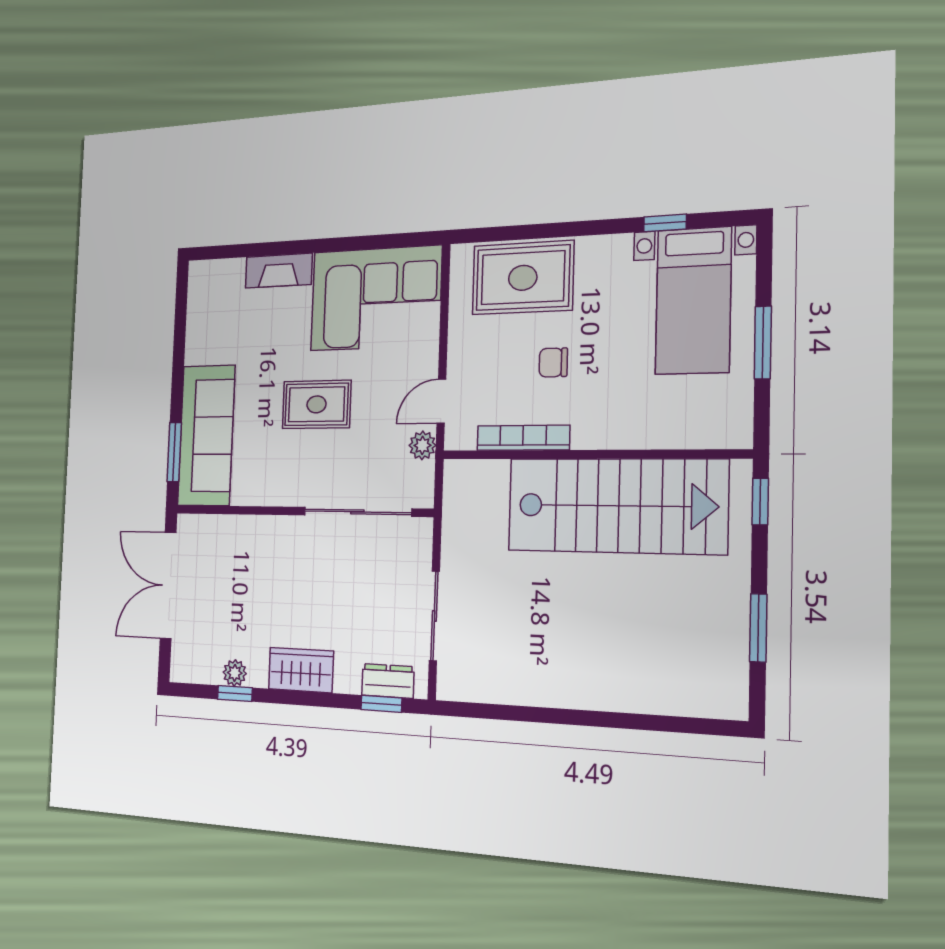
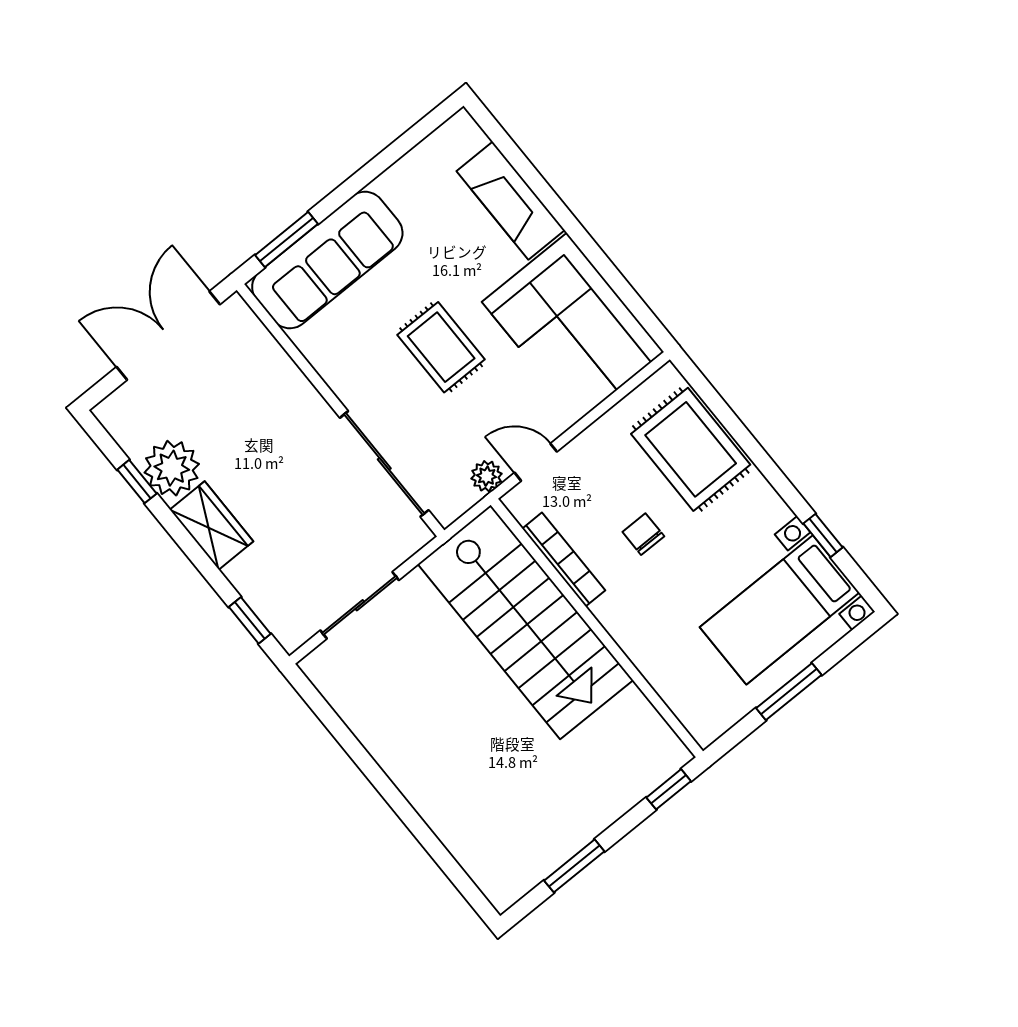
fireplace: (279, 271) -> (511, 201), width x1.37, depth x1.32
stairs: (616, 506) -> (525, 622), moved
plant: (235, 673) -> (172, 468), width x1.87, depth x1.87
dresser: (388, 681) -> (273, 610), removed

